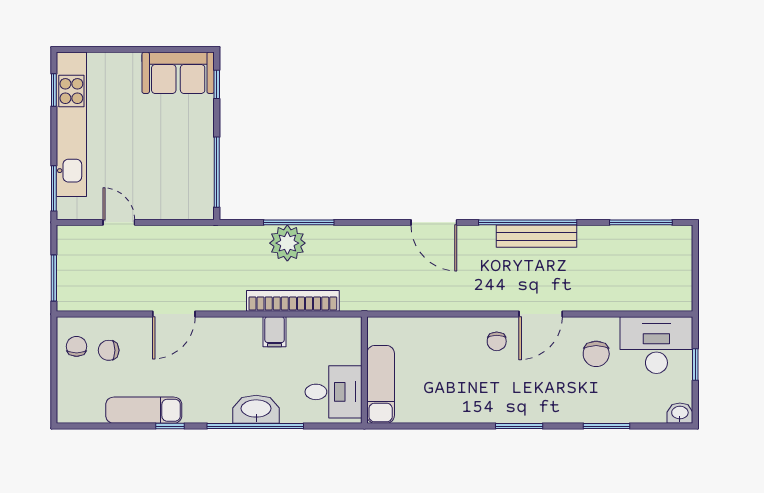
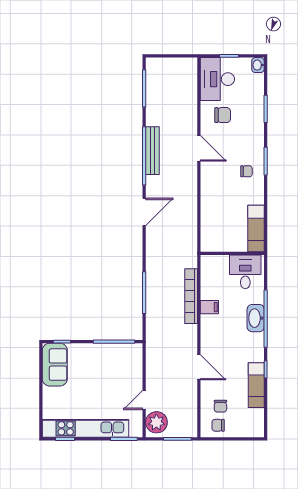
plant: (287, 243) -> (156, 422), moved
chair: (497, 341) -> (246, 171), moved
exam couch: (381, 384) -> (256, 229), moved, turned -90

